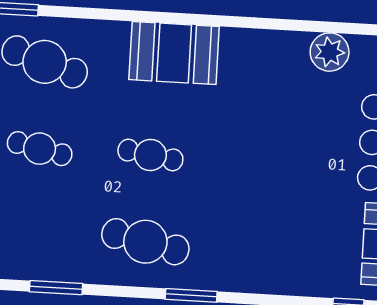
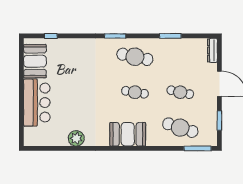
plant: (330, 52) -> (76, 138), moved

